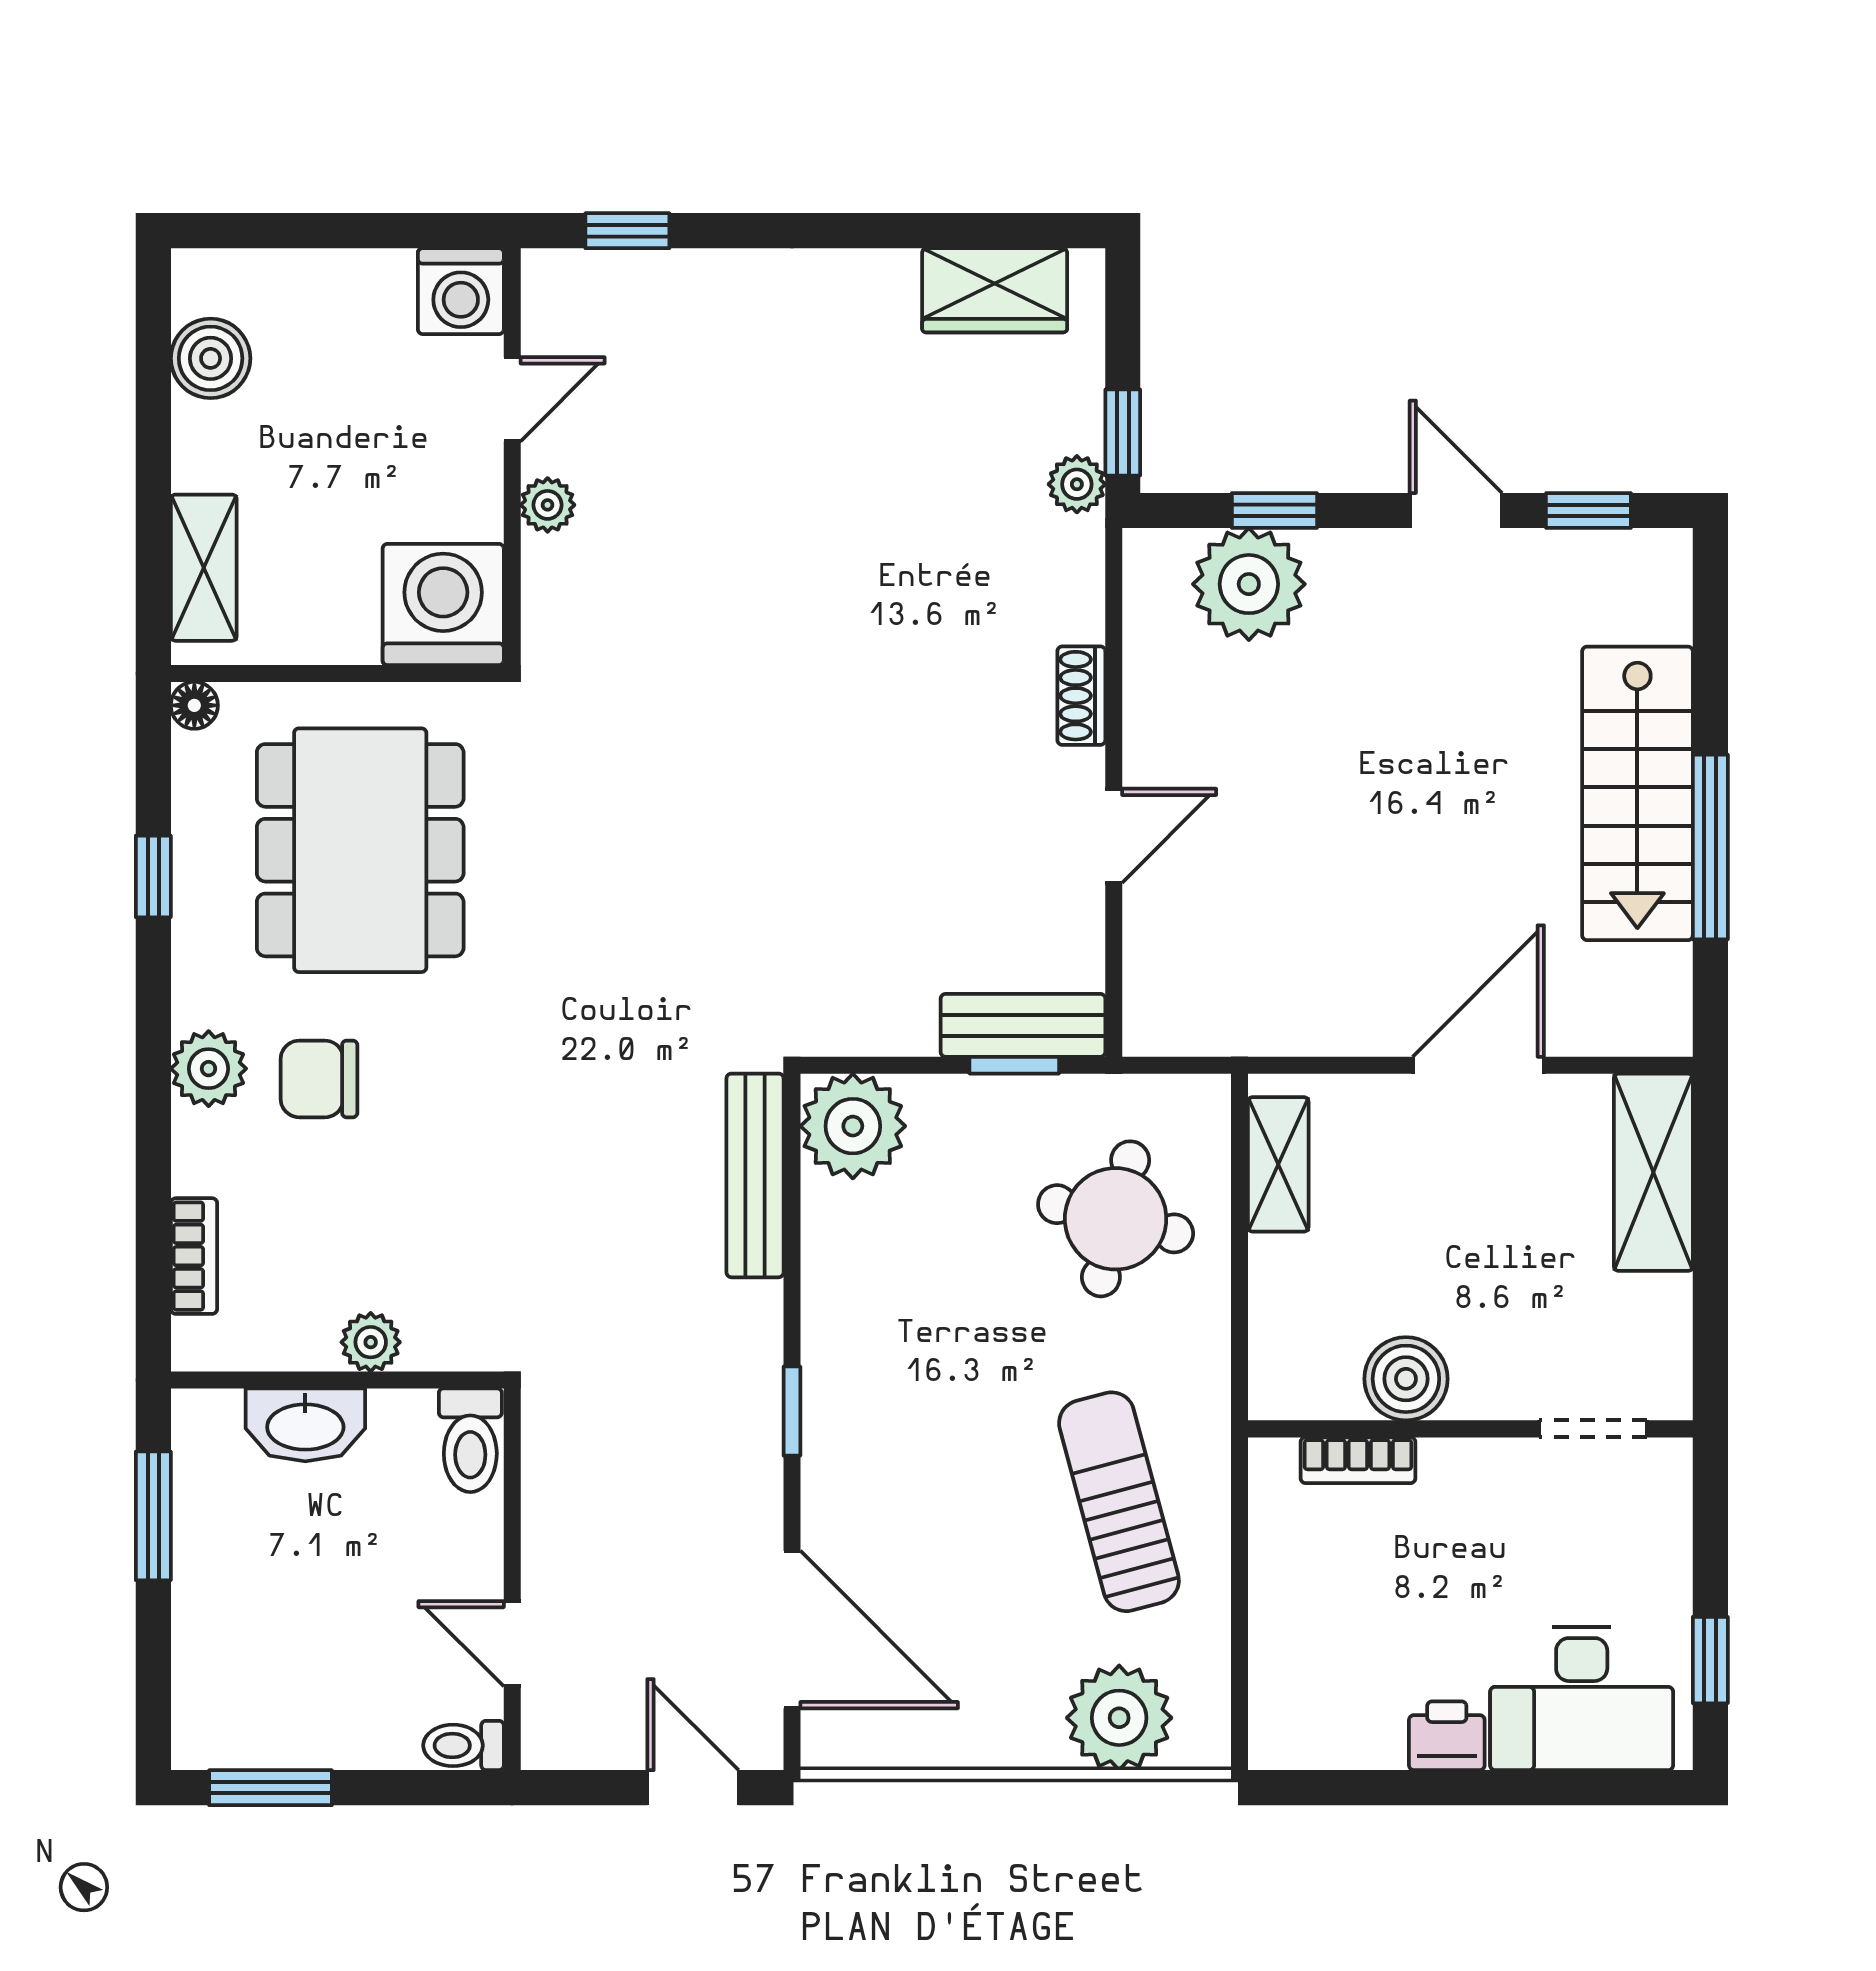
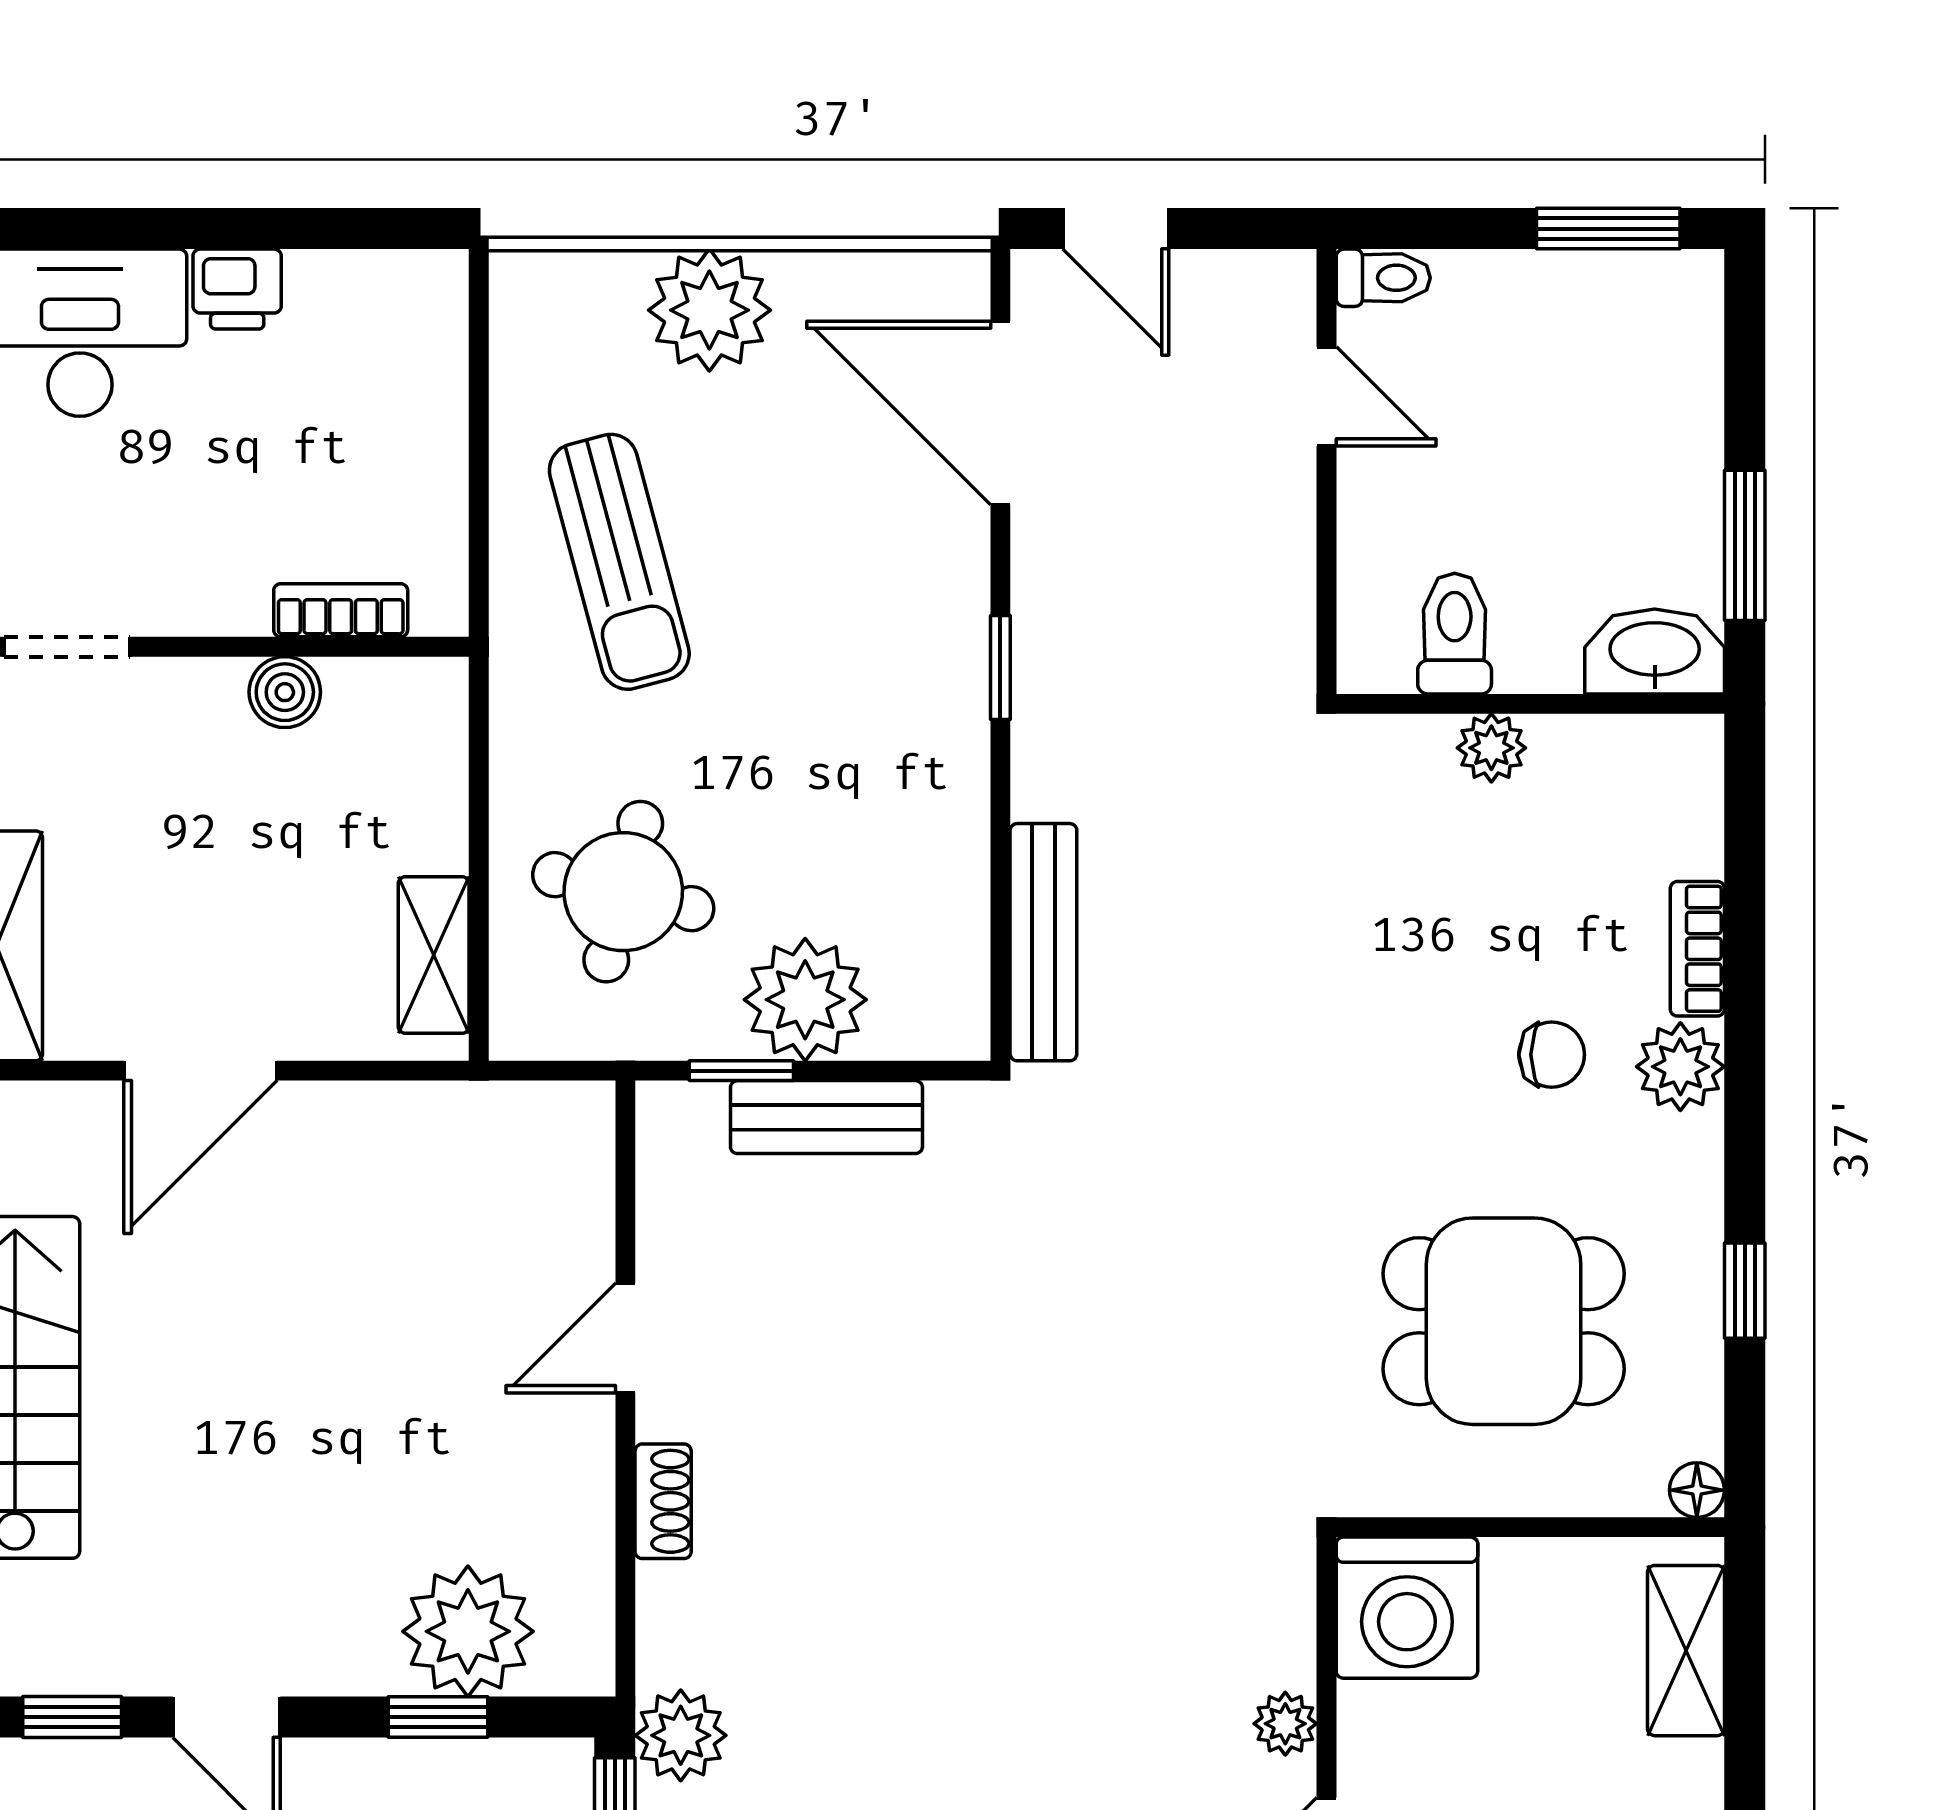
plant: (1077, 484) -> (681, 1735), width x1.38, depth x1.38
dining table: (360, 850) -> (1504, 1321), width x0.73
bench: (1023, 1025) -> (826, 1117), moved
chair: (319, 1079) -> (1552, 1055), width x0.73, depth x0.73
plant: (853, 1126) -> (805, 1000), moved
bookcase: (194, 1256) -> (1697, 949), moved
boiler: (1406, 1379) -> (285, 692), width x0.73, depth x0.73
washbasin: (305, 1425) -> (1655, 651), moved
toilet: (470, 1440) -> (1455, 634), moved
plant: (1119, 1718) -> (709, 310), moved

